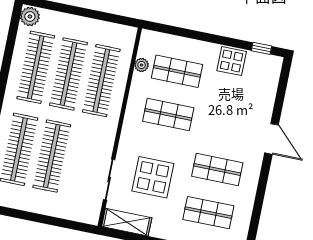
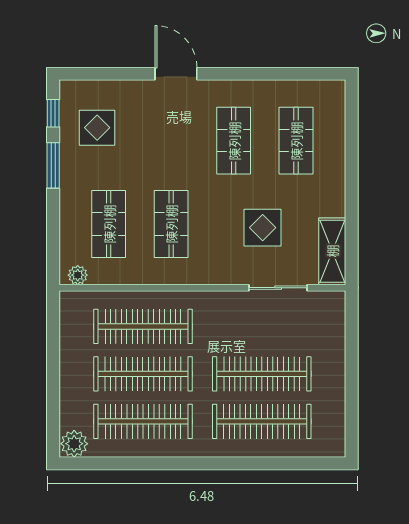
window: (225, 41) -> (53, 165), added
display table: (232, 61) -> (97, 128), moved
plant: (142, 65) -> (78, 275), moved
door: (272, 139) -> (176, 74), hinge flipped
display table: (153, 177) -> (263, 228), width x0.73, depth x0.73

